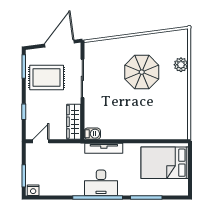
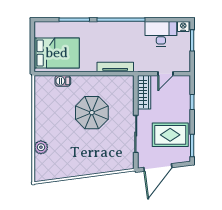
parasol: (142, 72) -> (92, 113), moved
barbecue: (92, 134) -> (63, 81), moved
door: (41, 141) -> (165, 74), moved
desk: (101, 183) -> (161, 34), moved

